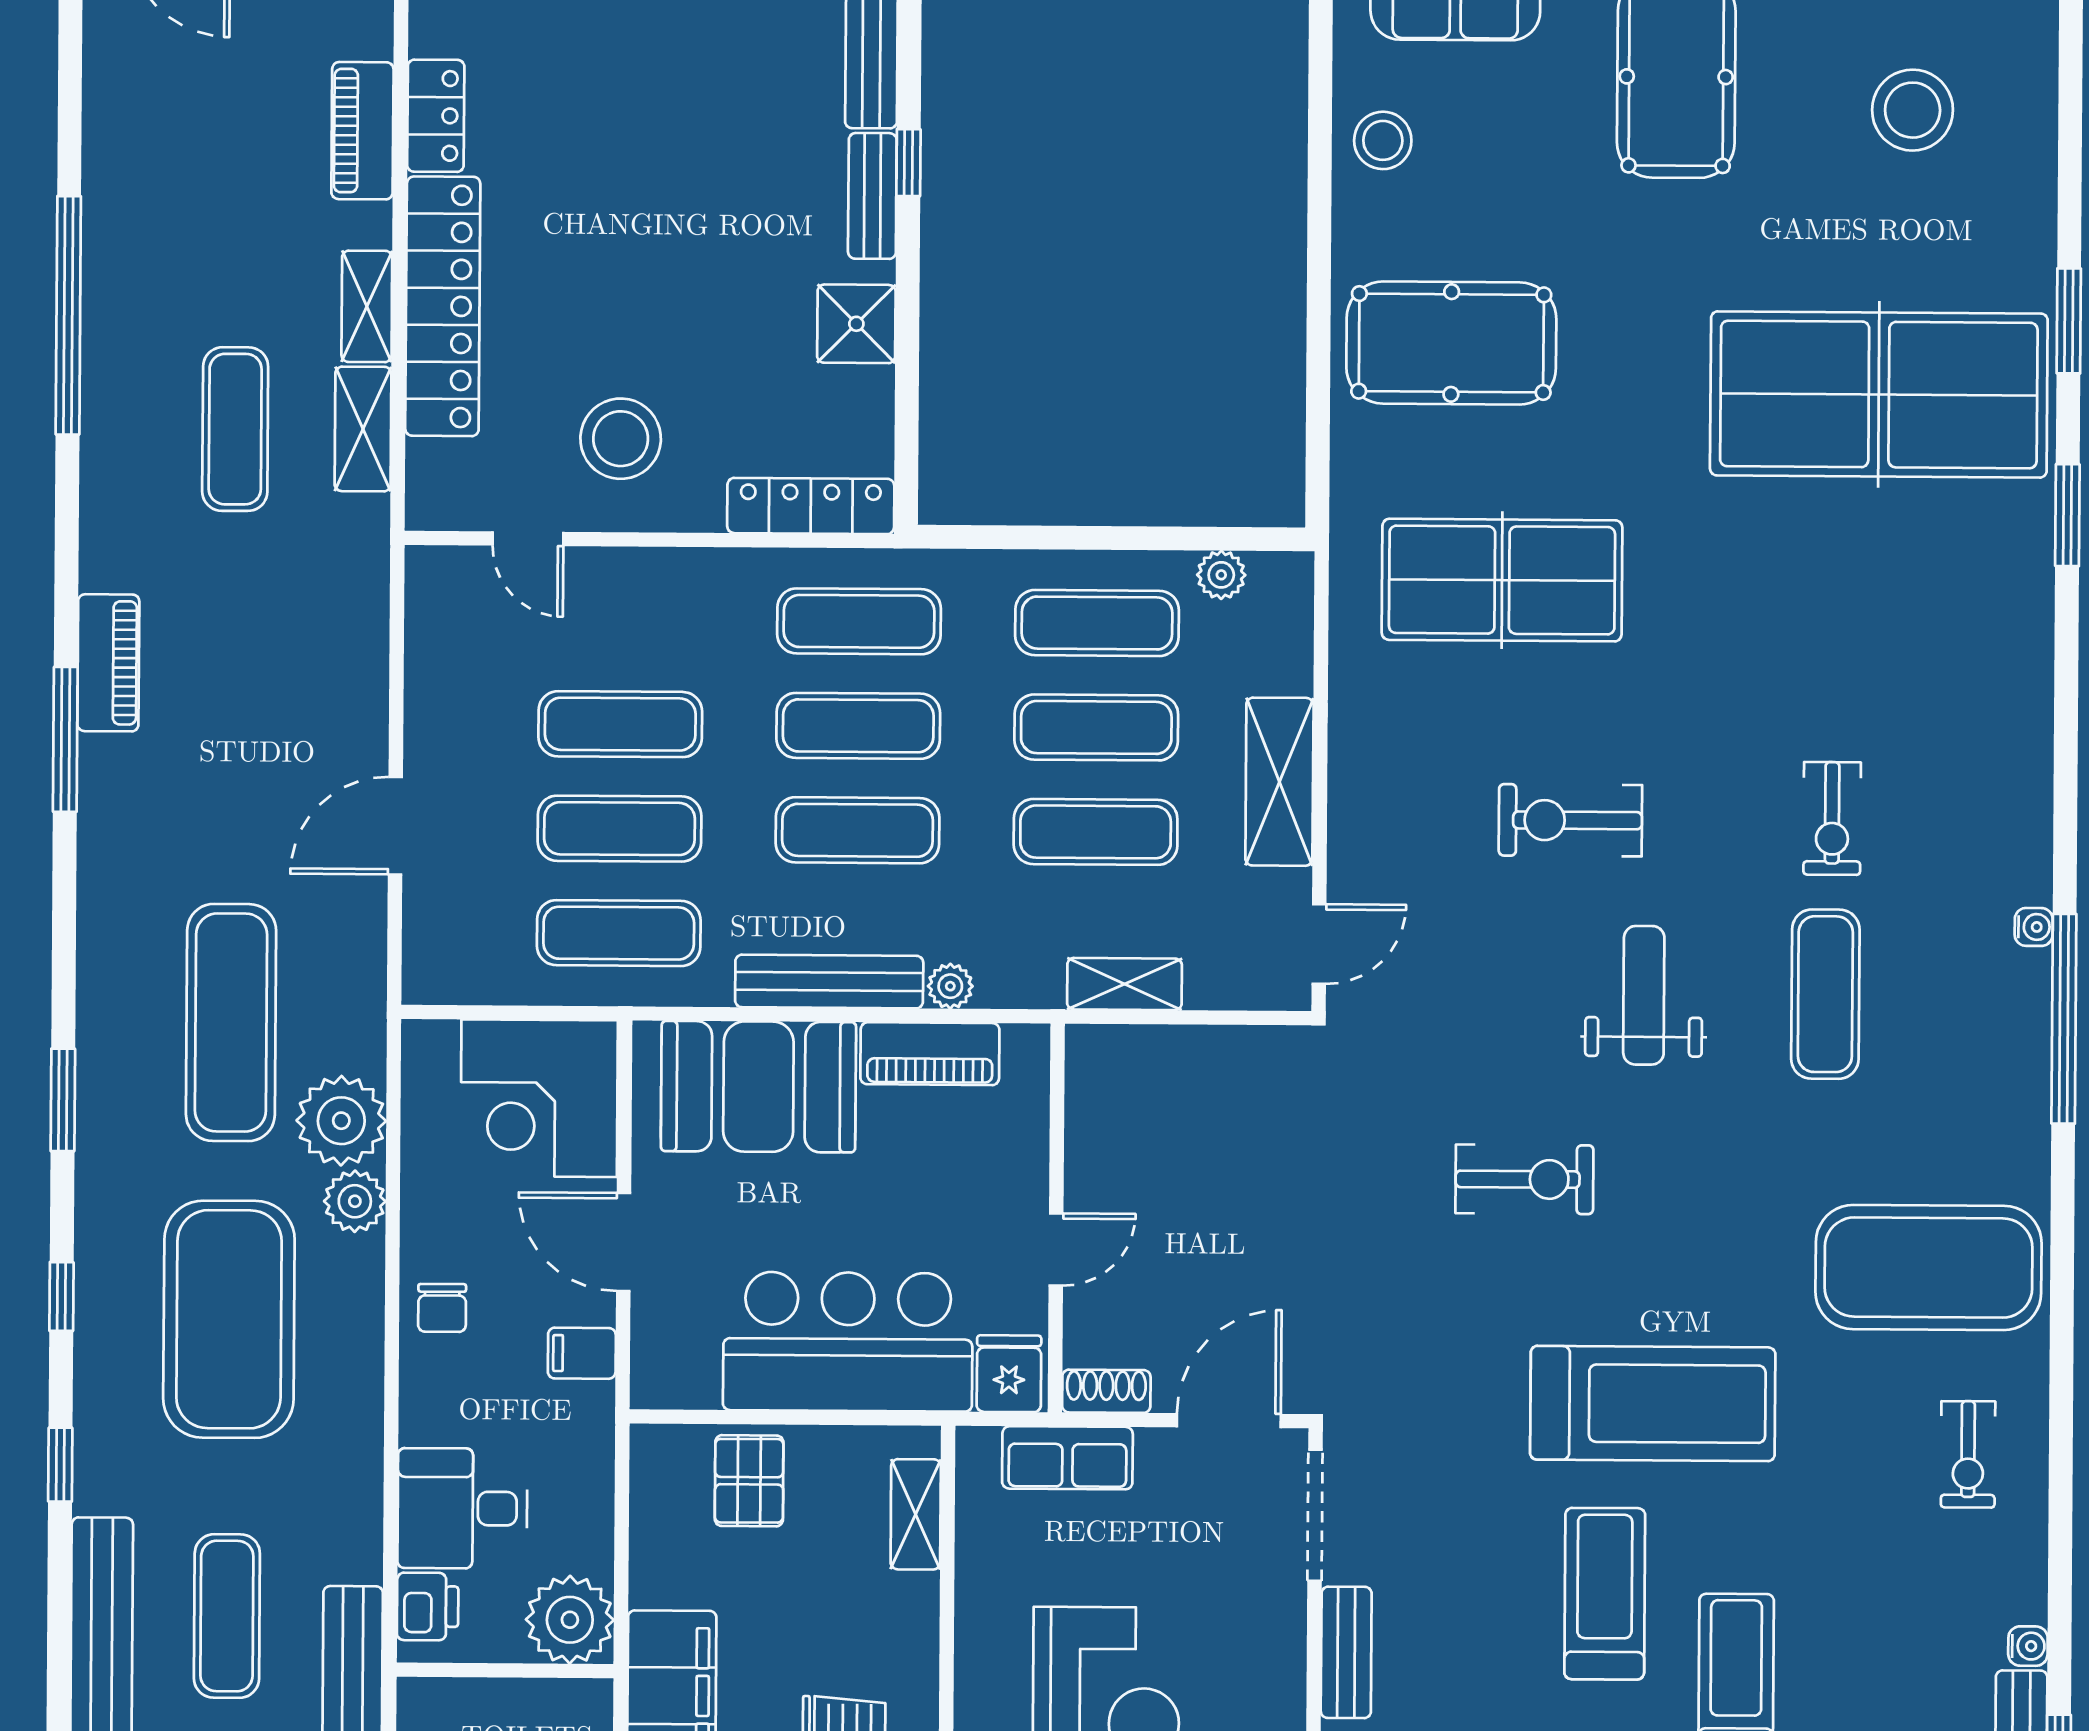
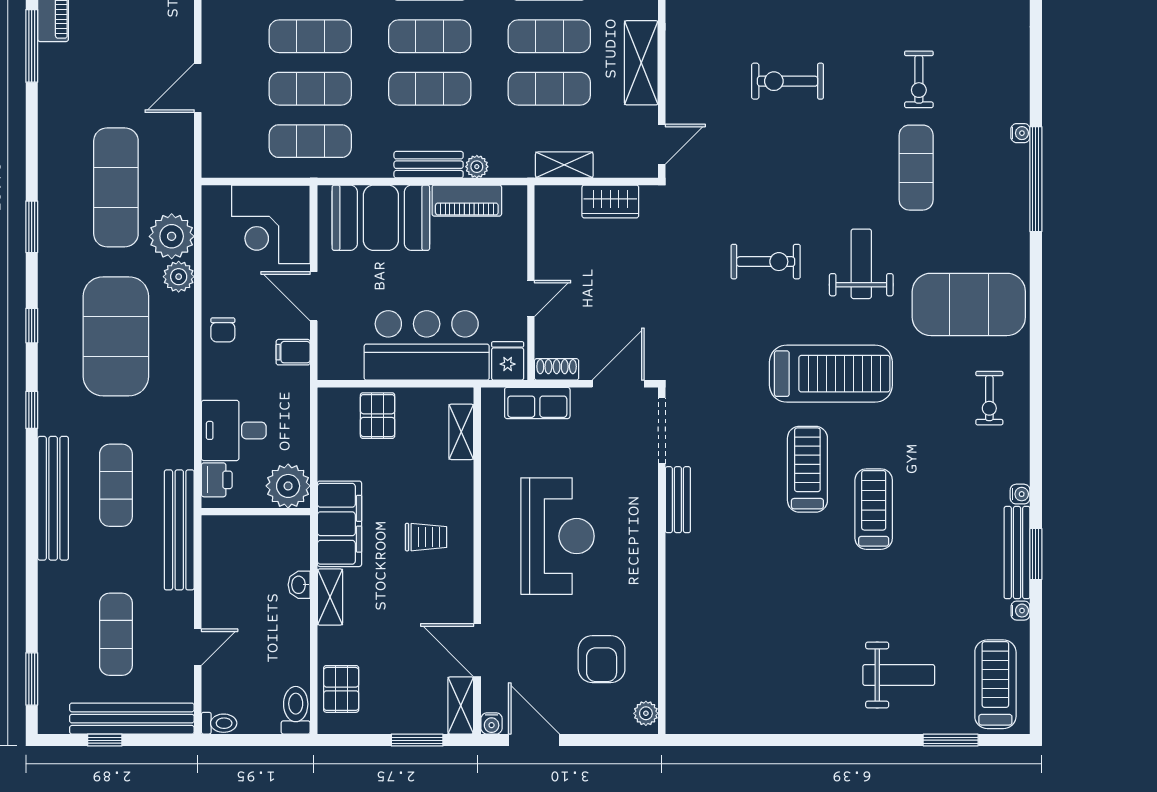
bench: (829, 981) -> (429, 165), width x0.73
weight bench: (1644, 995) -> (861, 264), moved
wardrobe: (1216, 1057) -> (610, 201), added

